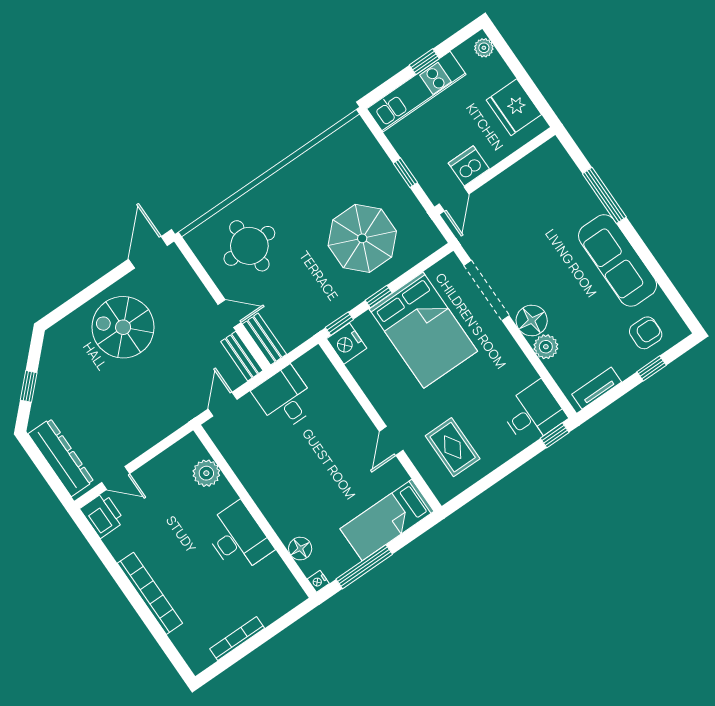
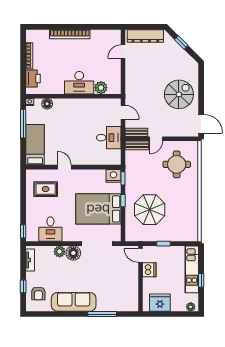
desk: (533, 413) -> (50, 229), moved
printer: (102, 515) -> (33, 78), moved, turned -90
desk: (238, 538) -> (79, 83), moved

